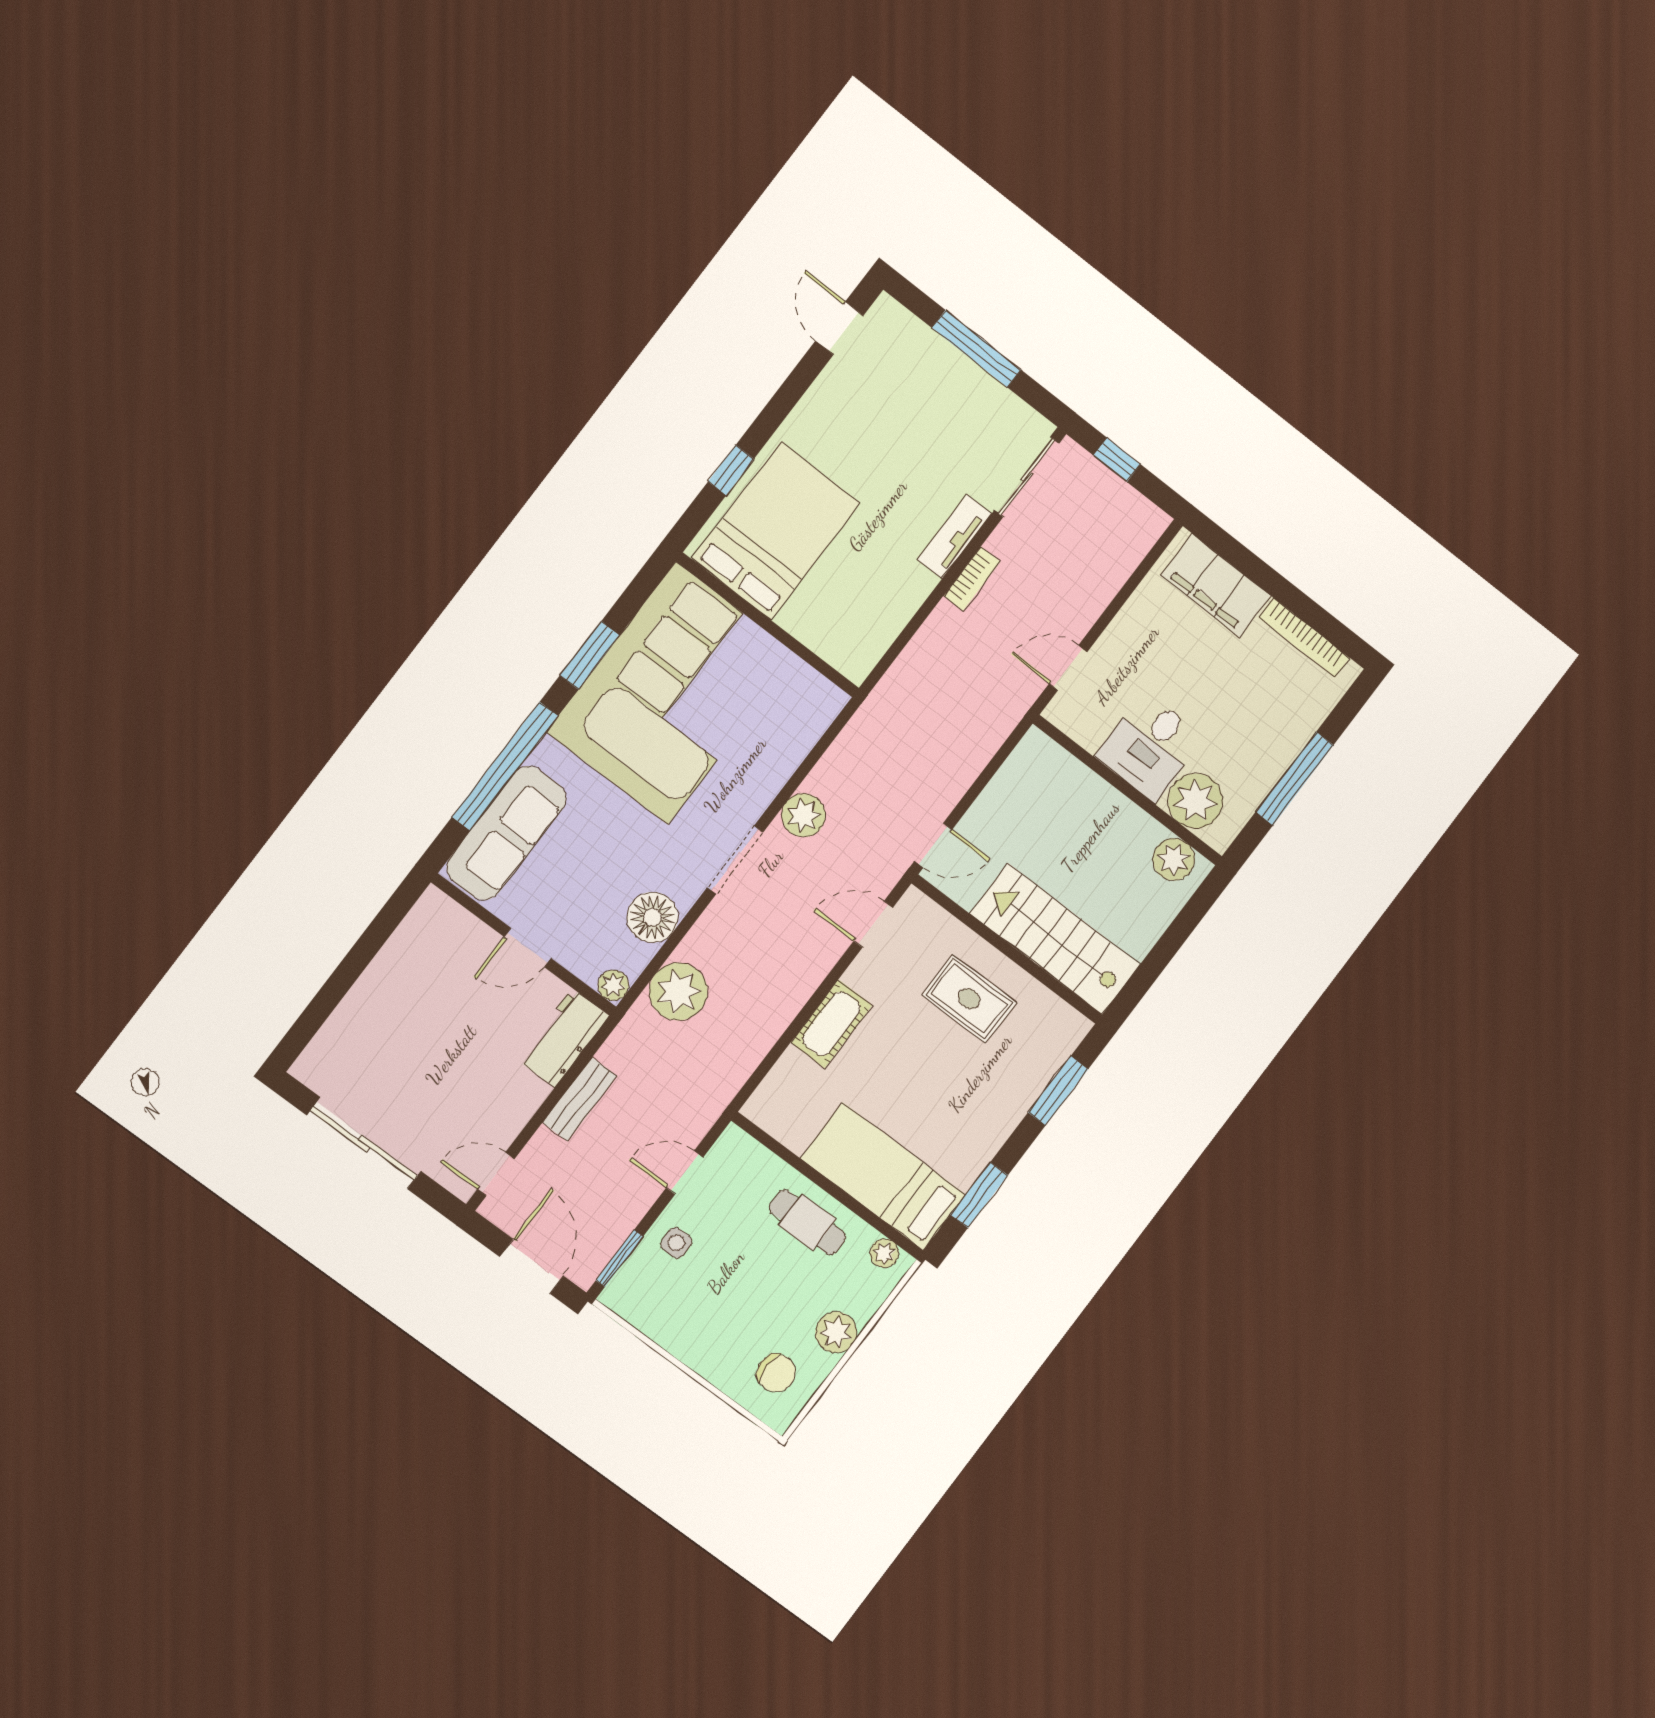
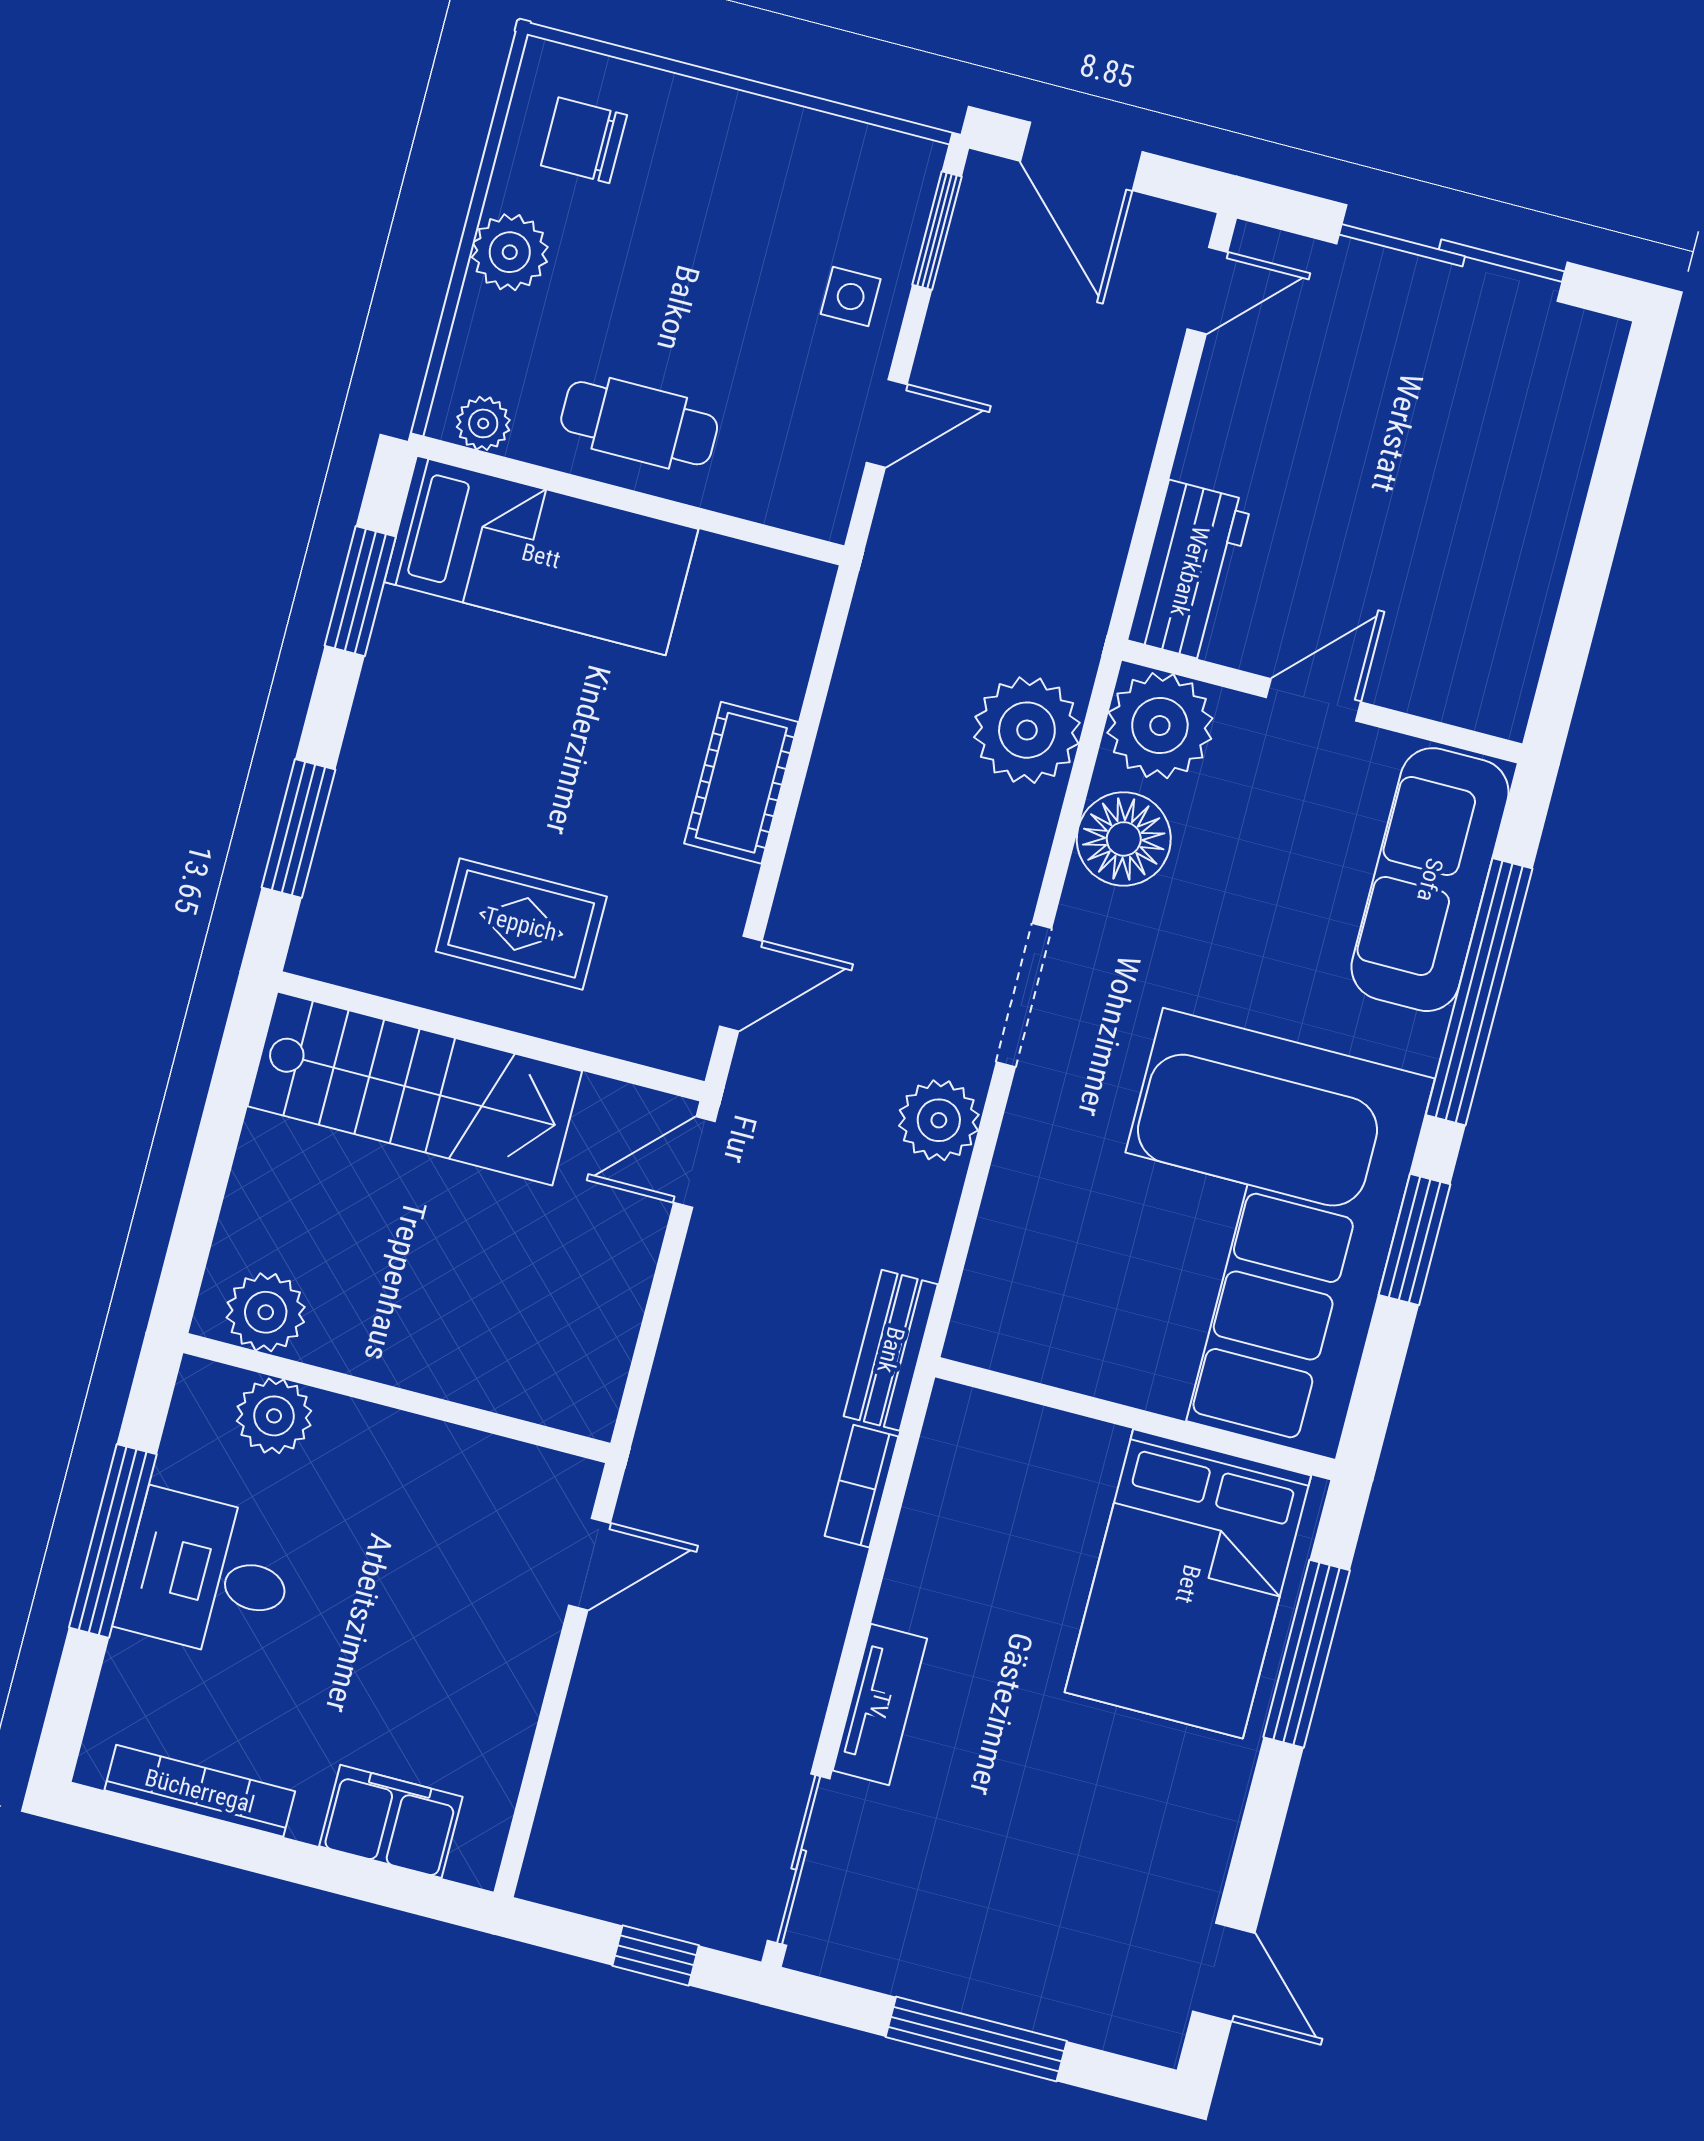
window: (731, 470) -> (1307, 1654), width x2.17
bookcase: (972, 579) -> (861, 1486), moved
filing cabinet: (1216, 585) -> (391, 1821), width x0.67, depth x0.86
desk: (1150, 747) -> (207, 1575), moved, turned -90
plant: (1195, 801) -> (274, 1416), width x0.73, depth x0.73
plant: (613, 985) -> (1160, 726), width x1.87, depth x1.87
bench: (580, 1099) -> (891, 1350), moved

